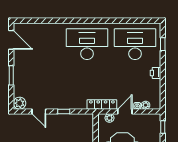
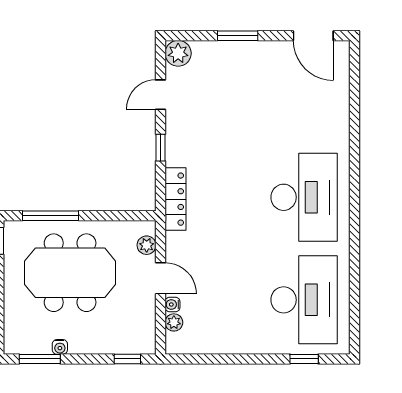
door: (11, 40) -> (313, 36), hinge flipped
printer: (155, 73) -> (243, 343), removed
locker: (102, 104) -> (175, 199), moved

